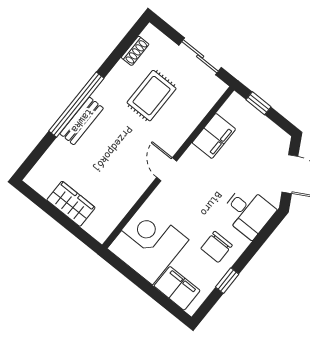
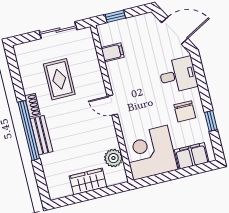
shoe rack: (135, 51) -> (32, 105), moved
filing cabinet: (214, 136) -> (113, 52), width x0.50
plant: (114, 211) -> (113, 158), added

